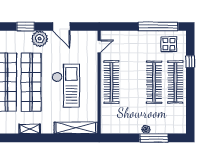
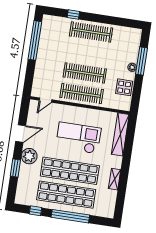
display table: (169, 44) -> (124, 87), moved
door: (99, 46) -> (45, 100), swing flipped
clothes rail: (154, 82) -> (85, 73), moved

